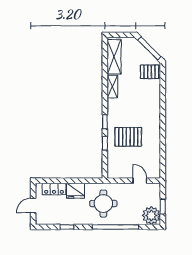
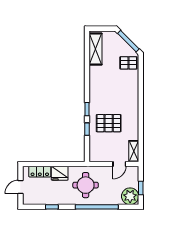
shelving: (112, 87) -> (134, 151), moved
door: (140, 181) -> (119, 164), swing flipped

